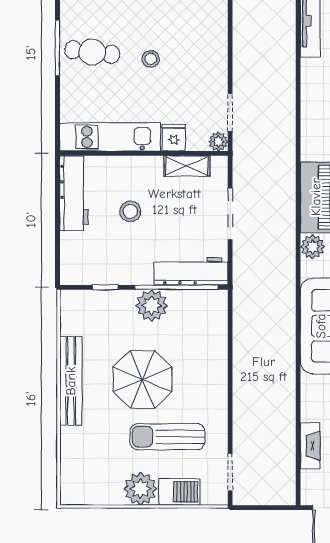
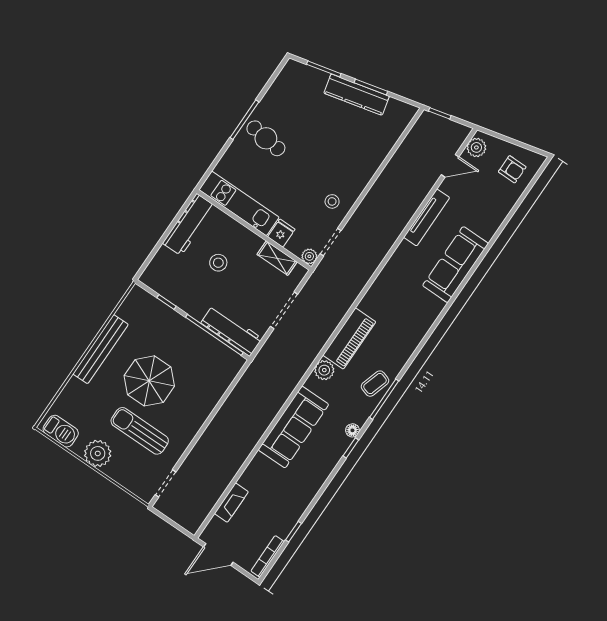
stool: (151, 59) -> (332, 201), moved
plant: (152, 306) -> (189, 336), removed
barbecue: (179, 492) -> (61, 431), moved

